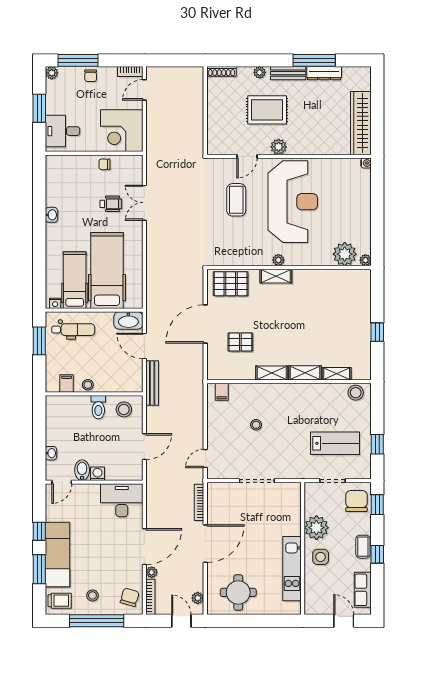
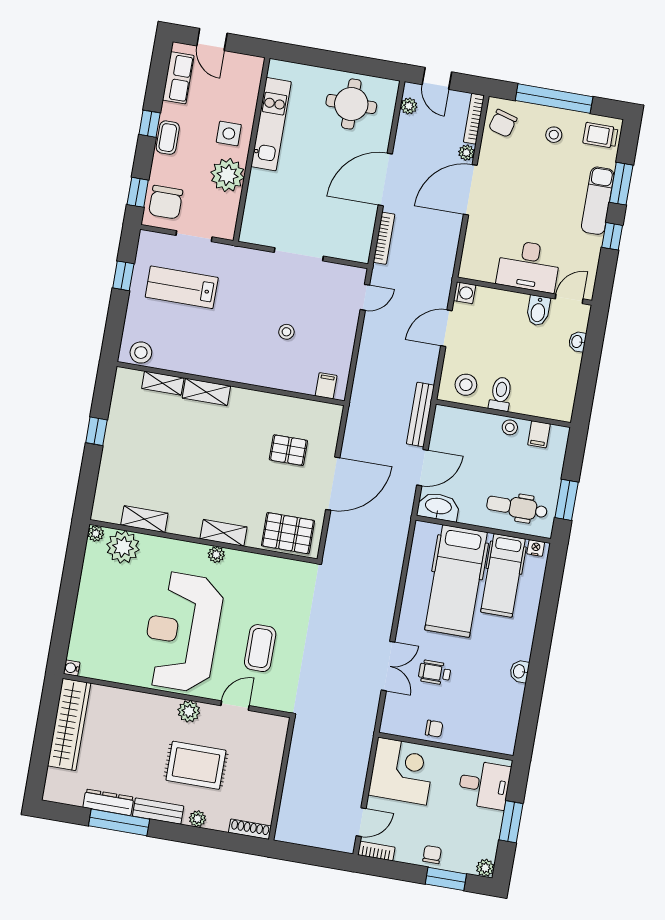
window: (78, 60) -> (446, 879), width x0.69
door: (144, 346) -> (422, 468), hinge flipped
shelving: (272, 373) -> (144, 519), moved
washing machine: (97, 474) -> (465, 293), moved, turned -90
desk: (122, 500) -> (529, 266), moved
exam couch: (57, 554) -> (598, 201), width x0.73, depth x0.69

